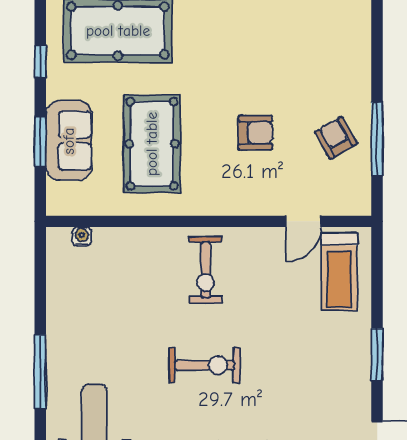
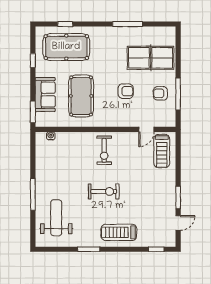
table tennis table: (313, 55) -> (151, 58), added
armchair: (336, 138) -> (160, 93), turned -60
window: (40, 141) -> (33, 112), moved
window: (377, 354) -> (178, 198), moved

